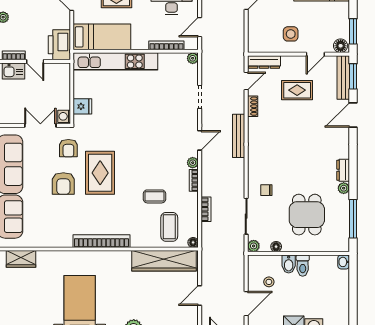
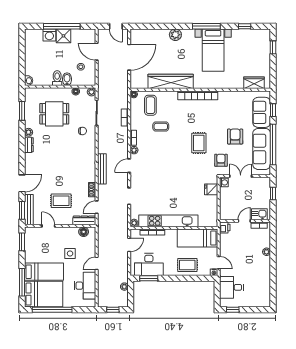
side table: (291, 34) -> (70, 254), moved
printer: (59, 45) -> (225, 228), width x0.53, depth x0.68
floor lamp: (341, 46) -> (84, 232), moved
door: (315, 54) -> (48, 226), hinge flipped
door: (35, 61) -> (244, 221), hinge flipped
kitchen unit: (115, 61) -> (168, 221), moved
double door: (40, 125) -> (241, 176), swing flipped
rug: (100, 173) -> (199, 143), width x0.73, depth x0.70
armchair: (63, 183) -> (235, 137), moved
dining table: (307, 215) -> (54, 114), turned 90
window: (353, 219) -> (22, 111), width x0.69
wardrobe: (164, 261) -> (171, 81), moved
door: (200, 296) -> (129, 57), width x1.87
door: (246, 304) -> (97, 52), hinge flipped

